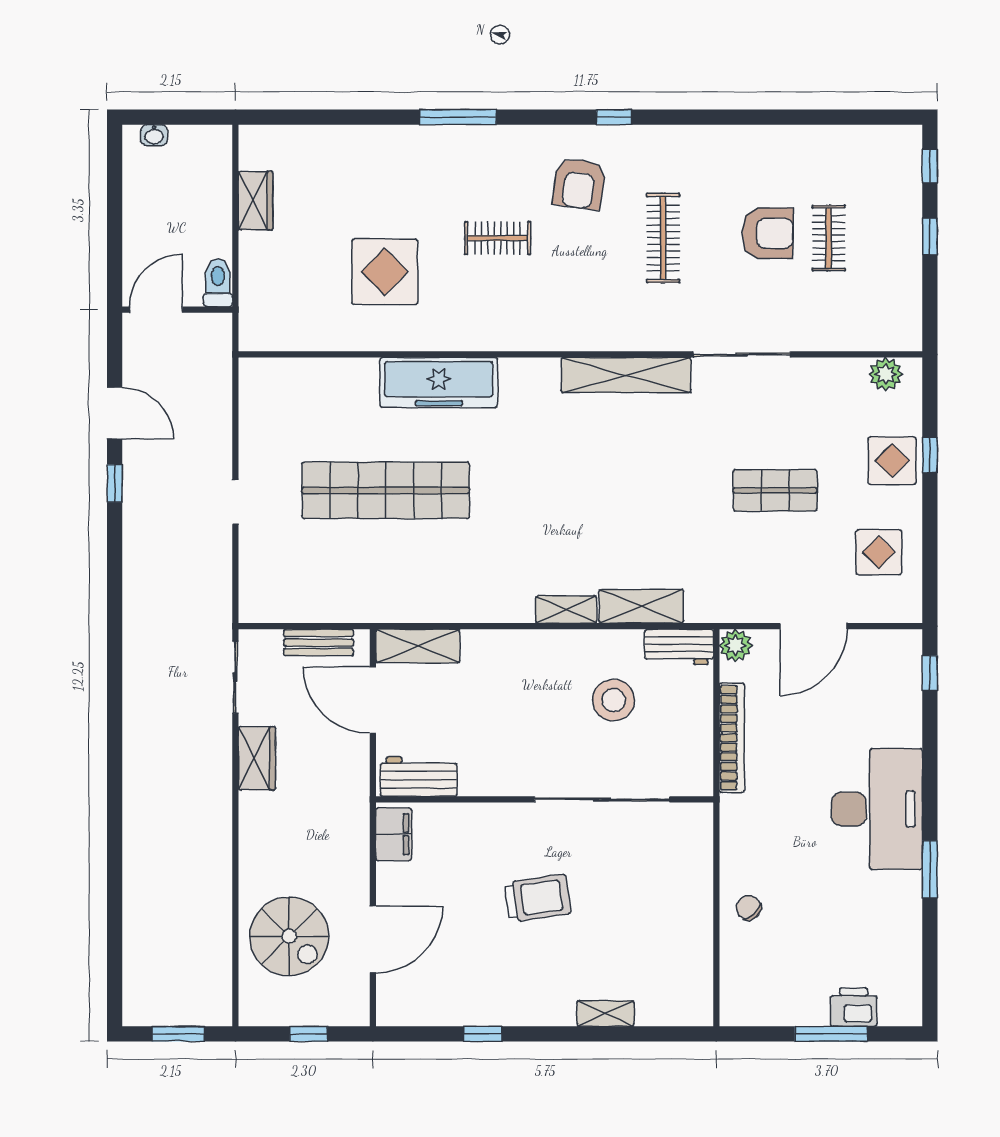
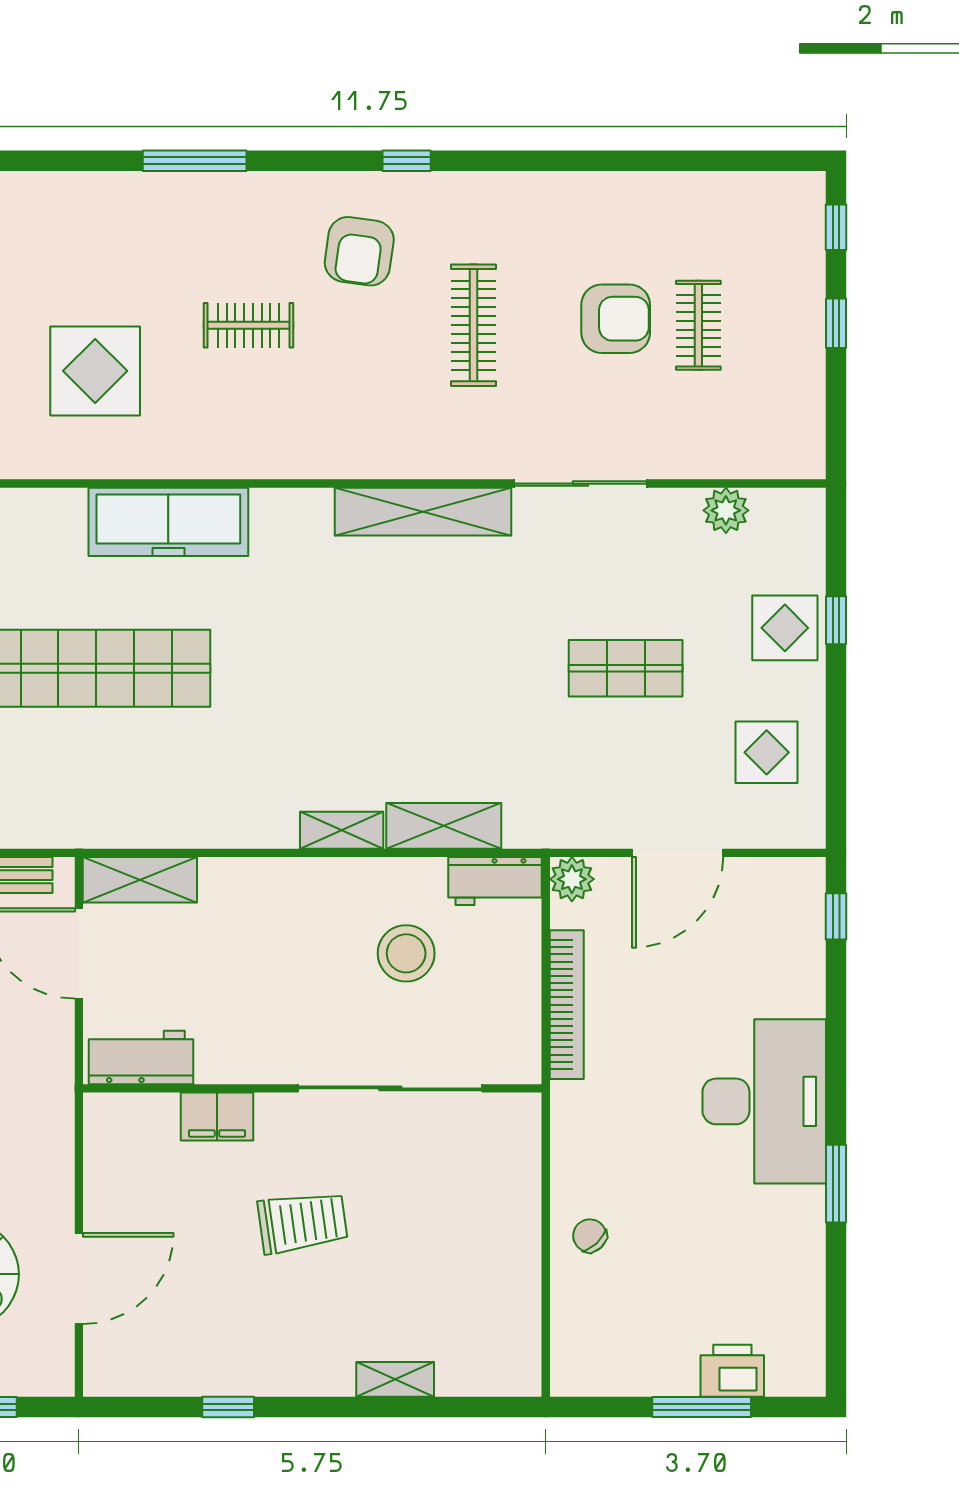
plant: (886, 374) -> (726, 510), moved
filing cabinet: (394, 834) -> (217, 1117), moved, turned 90

